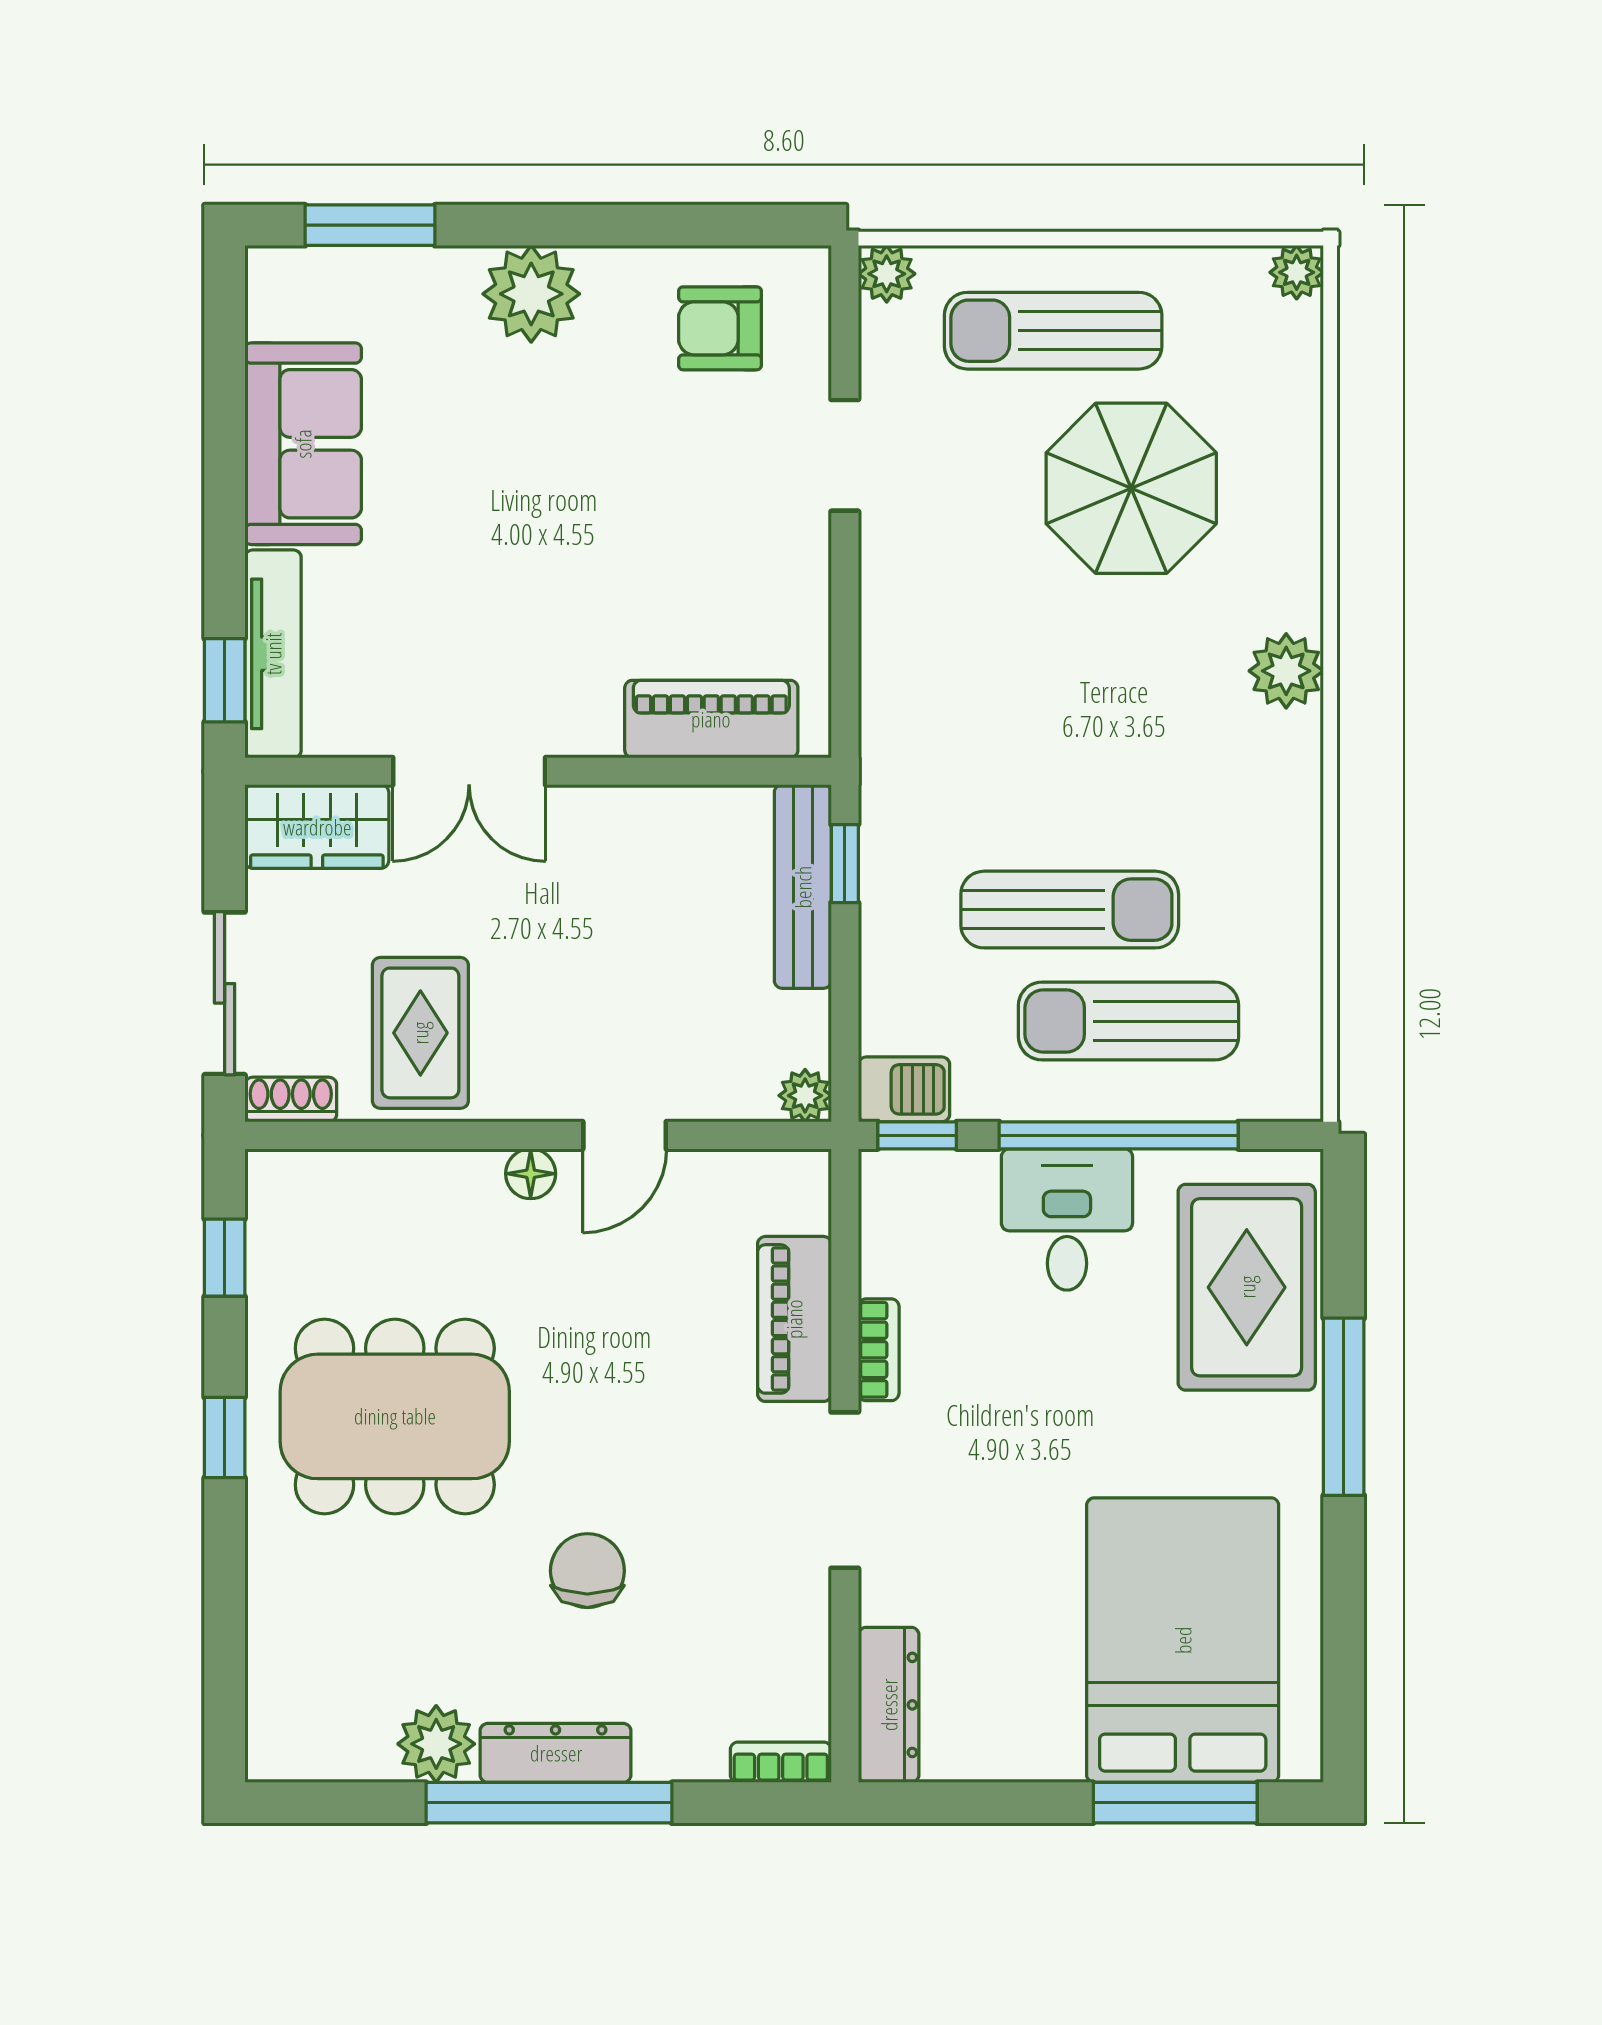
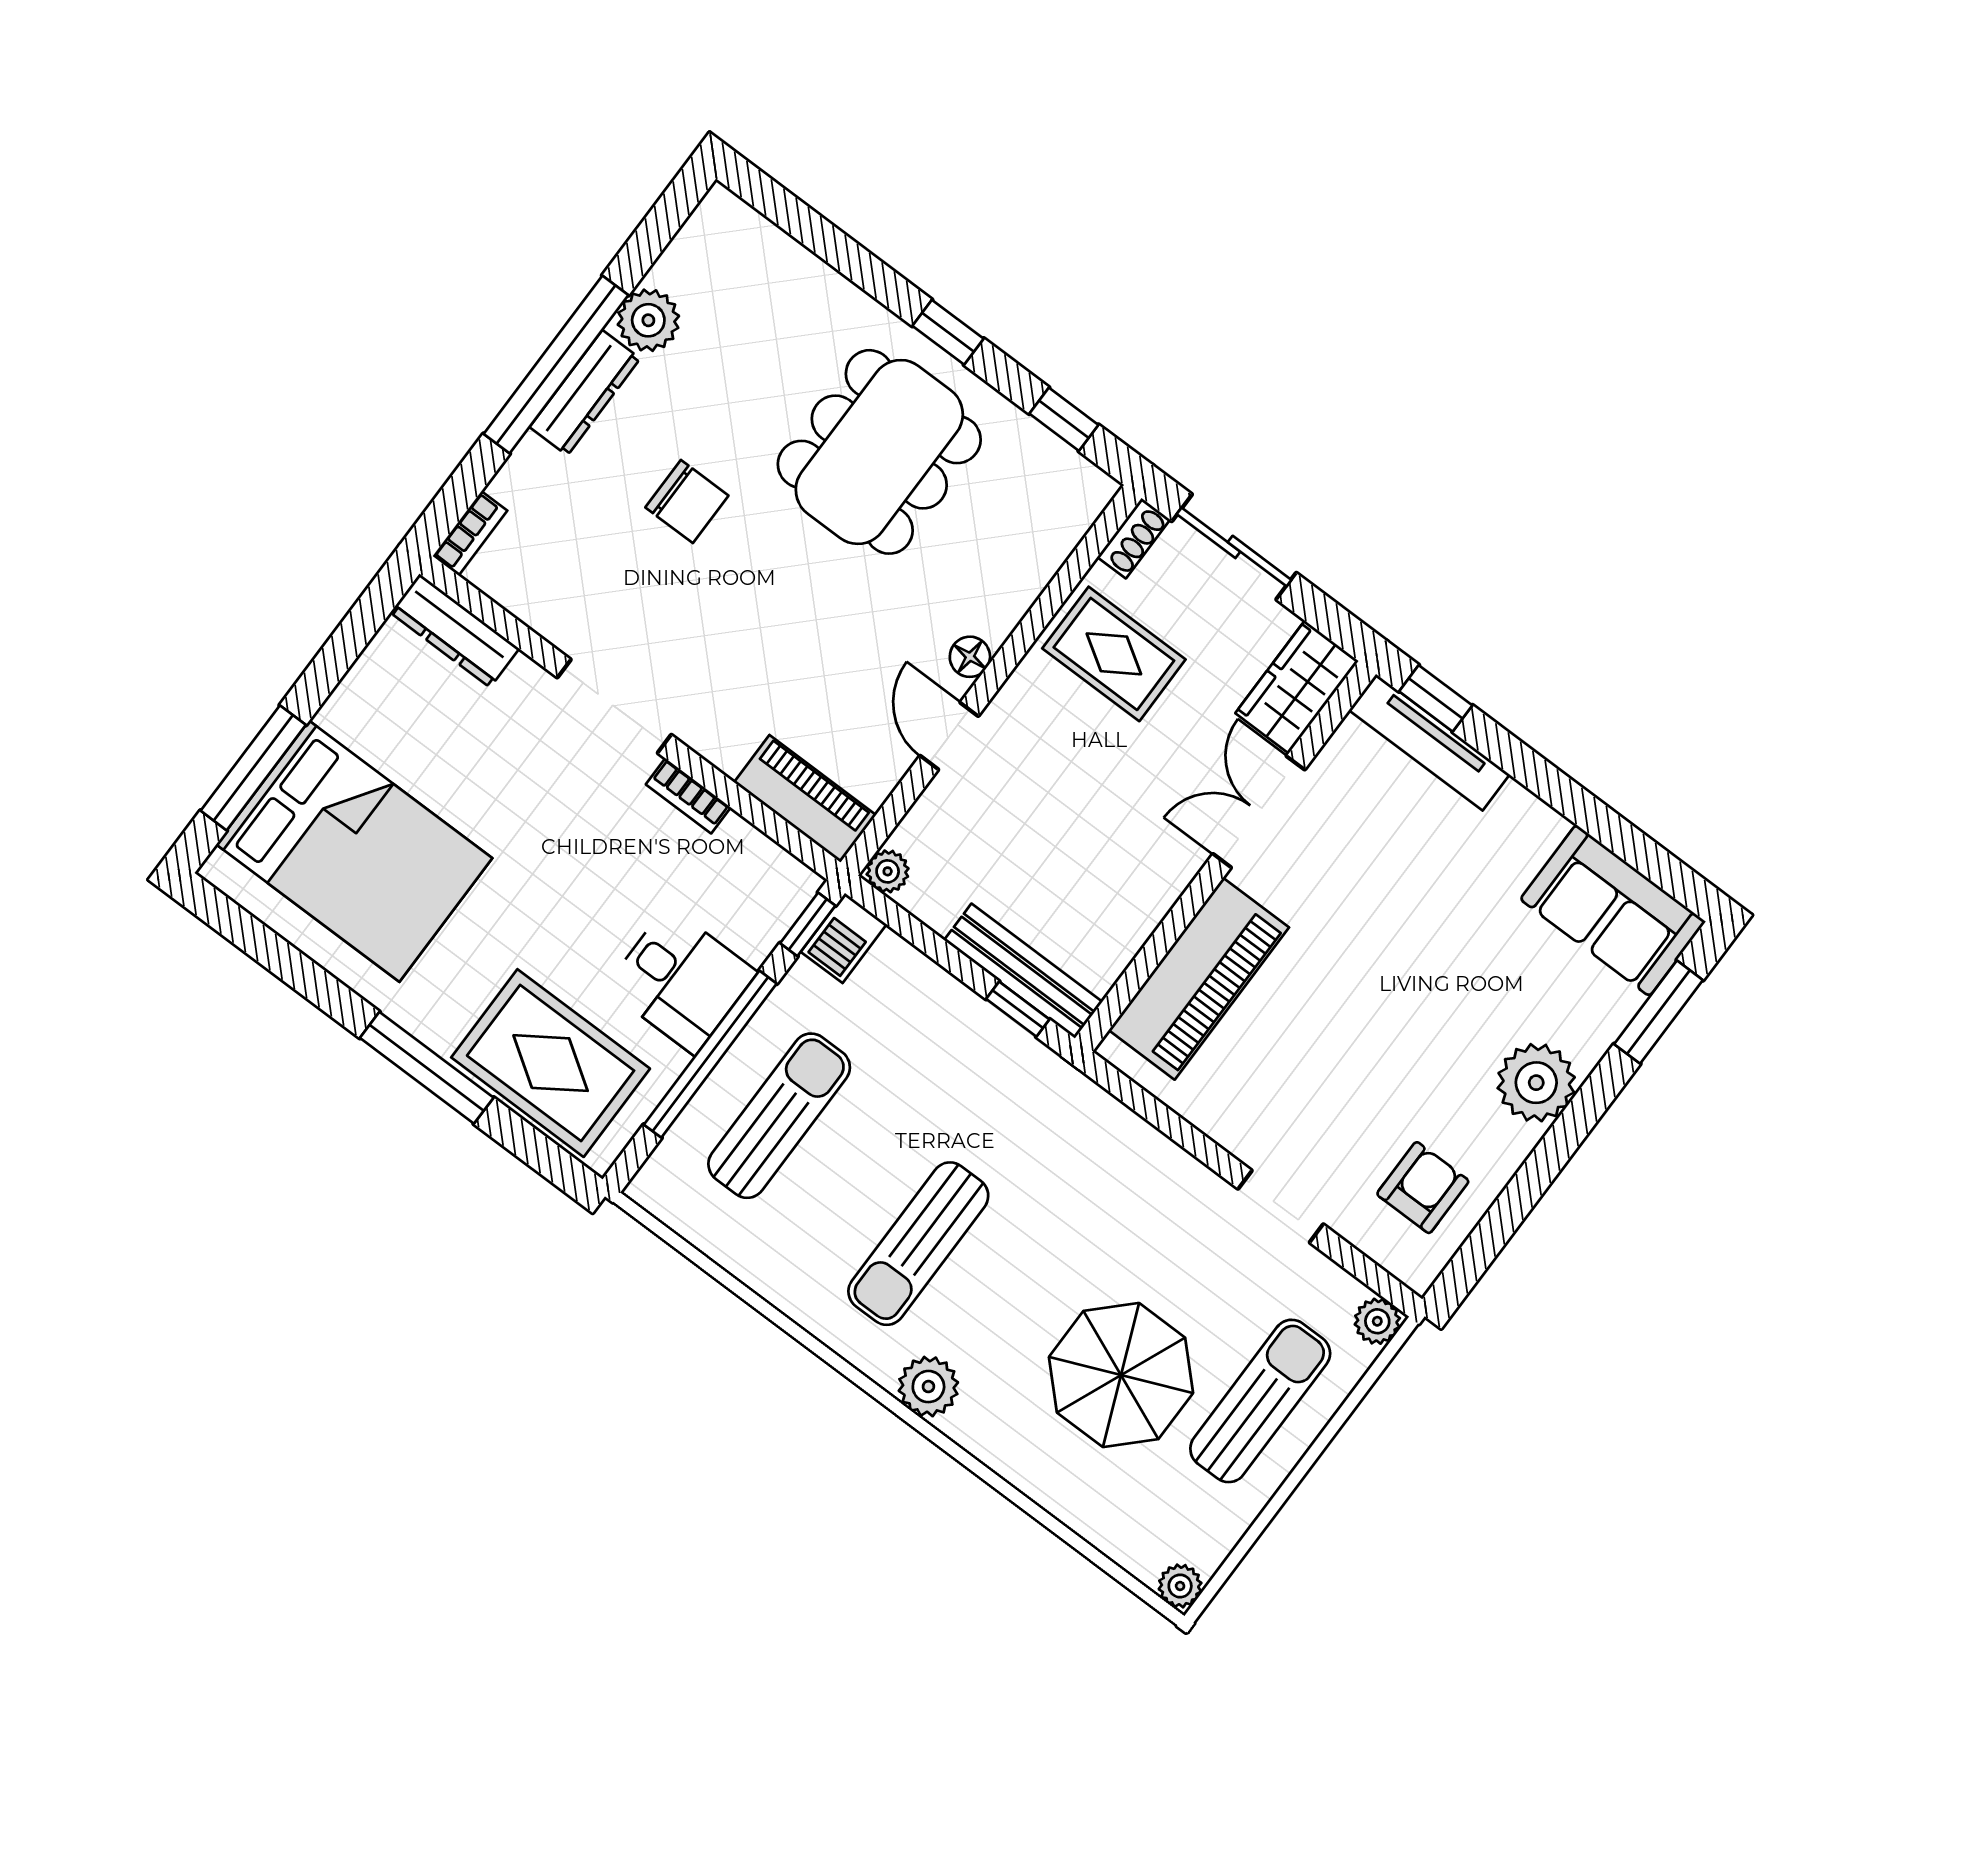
sofa: (303, 444) -> (1613, 910), moved
piano: (711, 719) -> (1199, 979), width x1.37, depth x1.33
sun lounger: (1070, 910) -> (918, 1244), moved
piano: (794, 1319) -> (805, 798), moved

